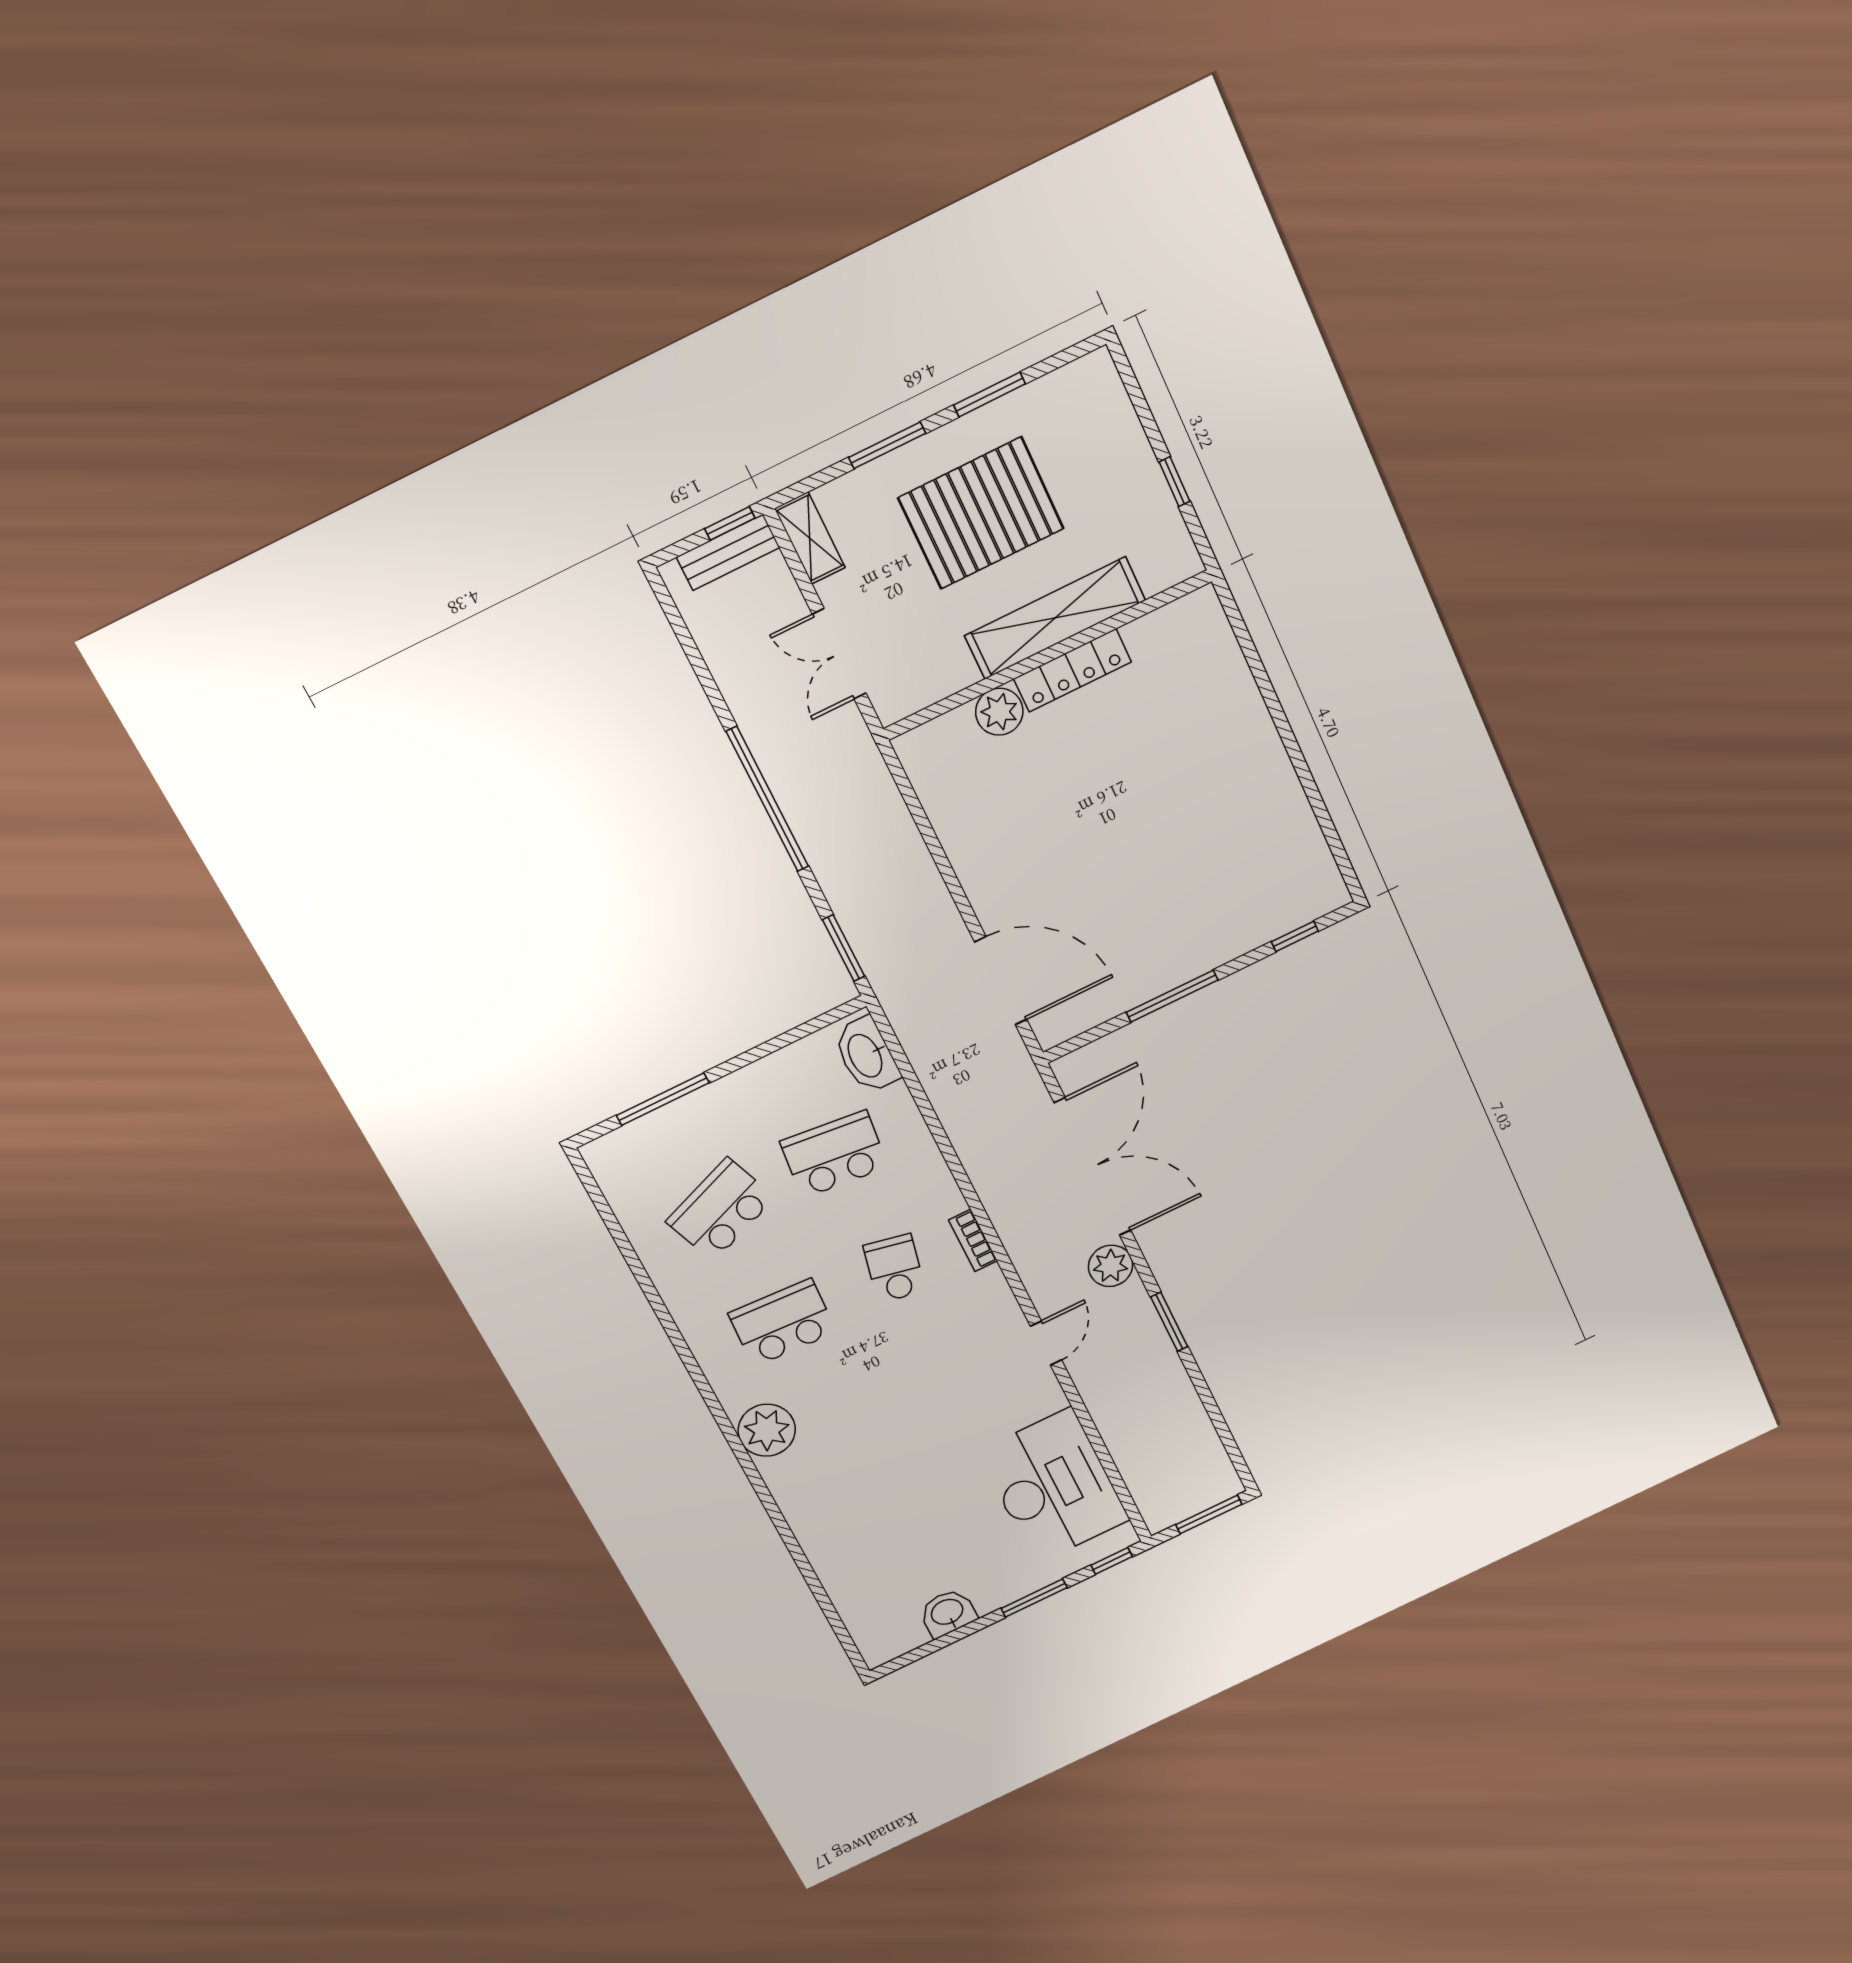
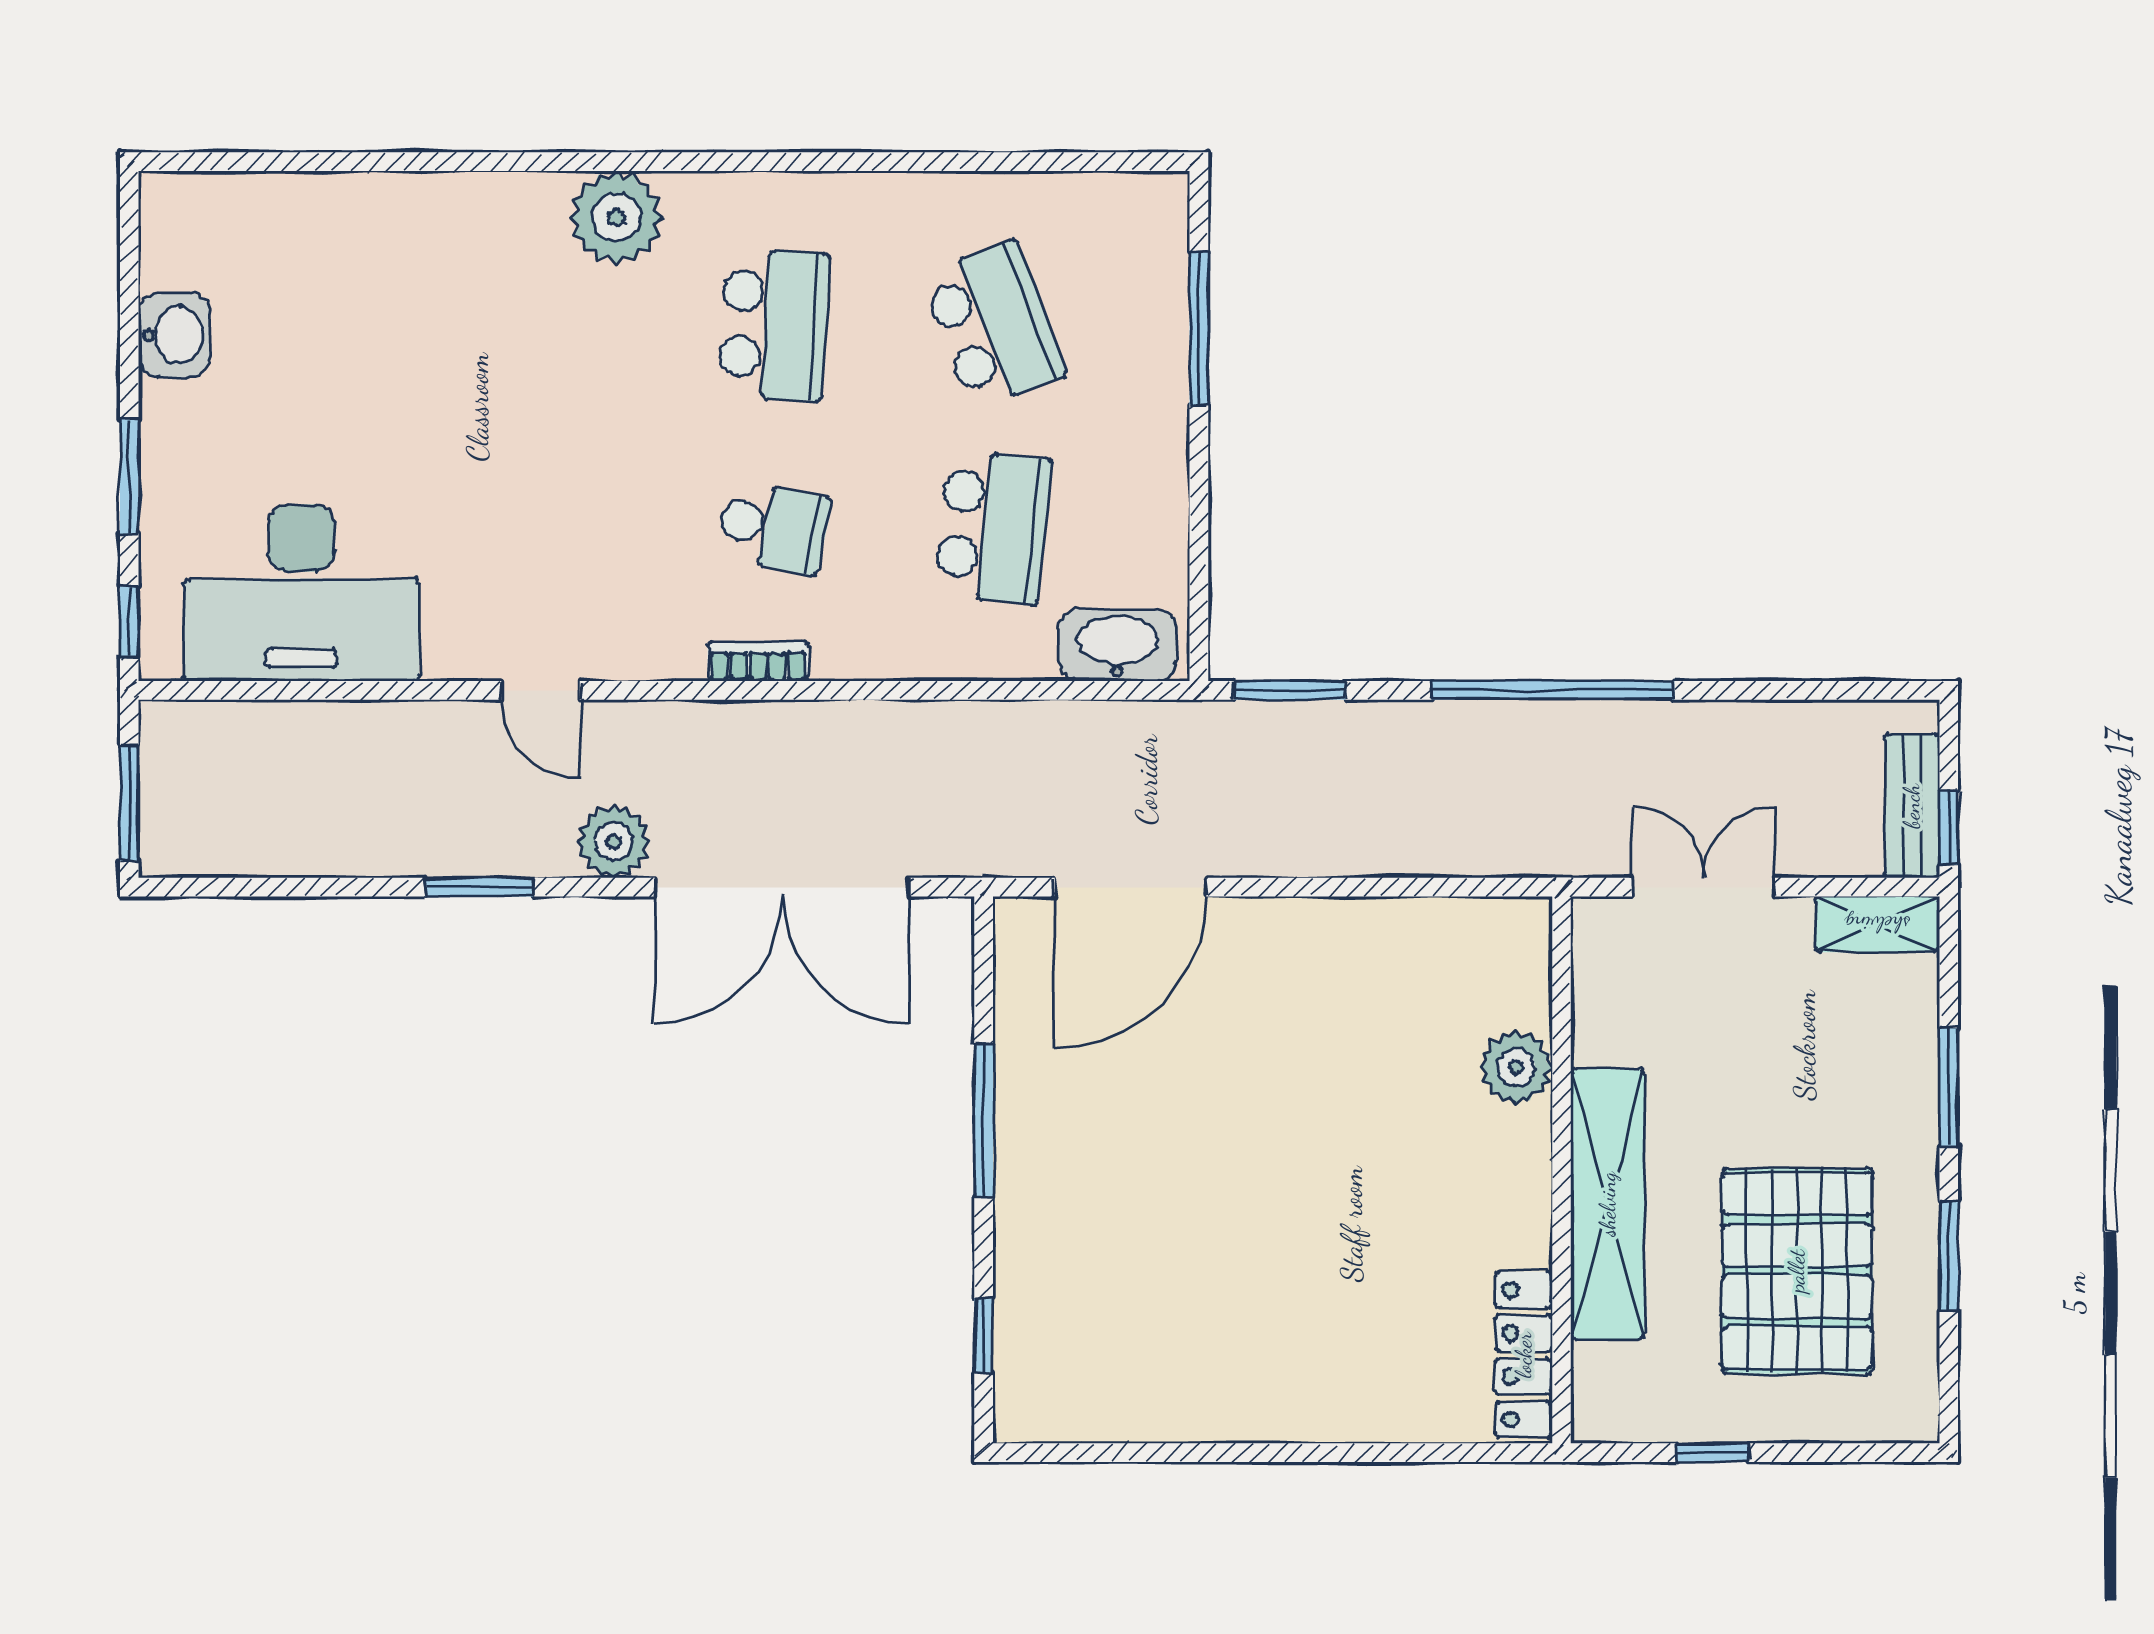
pallet: (981, 513) -> (1797, 1271), moved
locker: (1072, 670) -> (1524, 1355), moved

